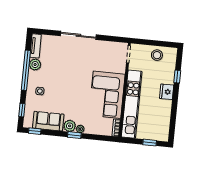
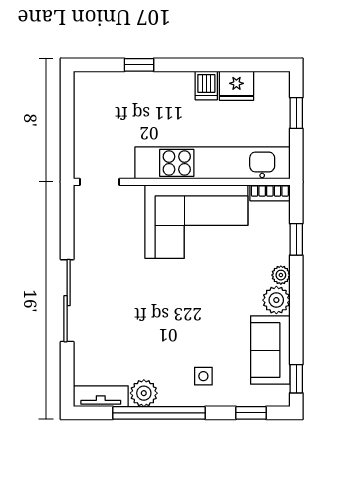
stool: (157, 55) -> (94, 116), removed
fridge: (167, 92) -> (236, 86), moved
dishwasher: (165, 105) -> (206, 85), added
window: (74, 135) -> (296, 239), moved

